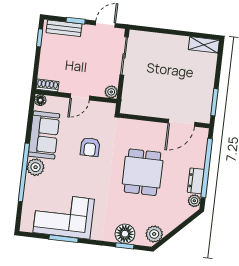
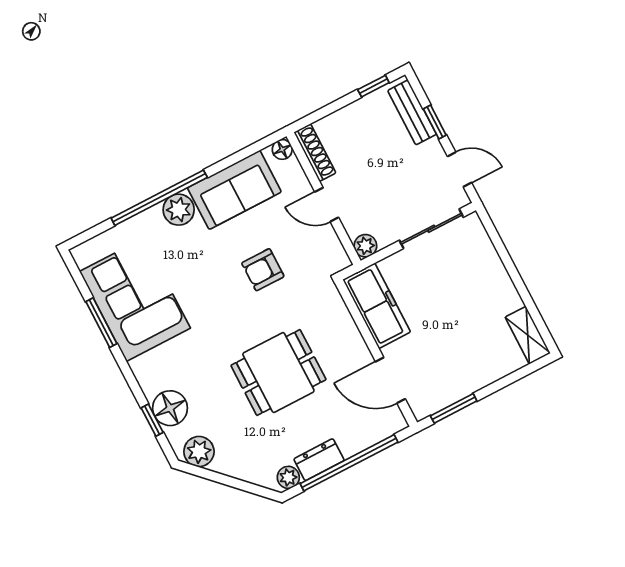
shoe rack: (47, 85) -> (315, 153), width x1.43
freezer: (143, 106) -> (377, 306), added

